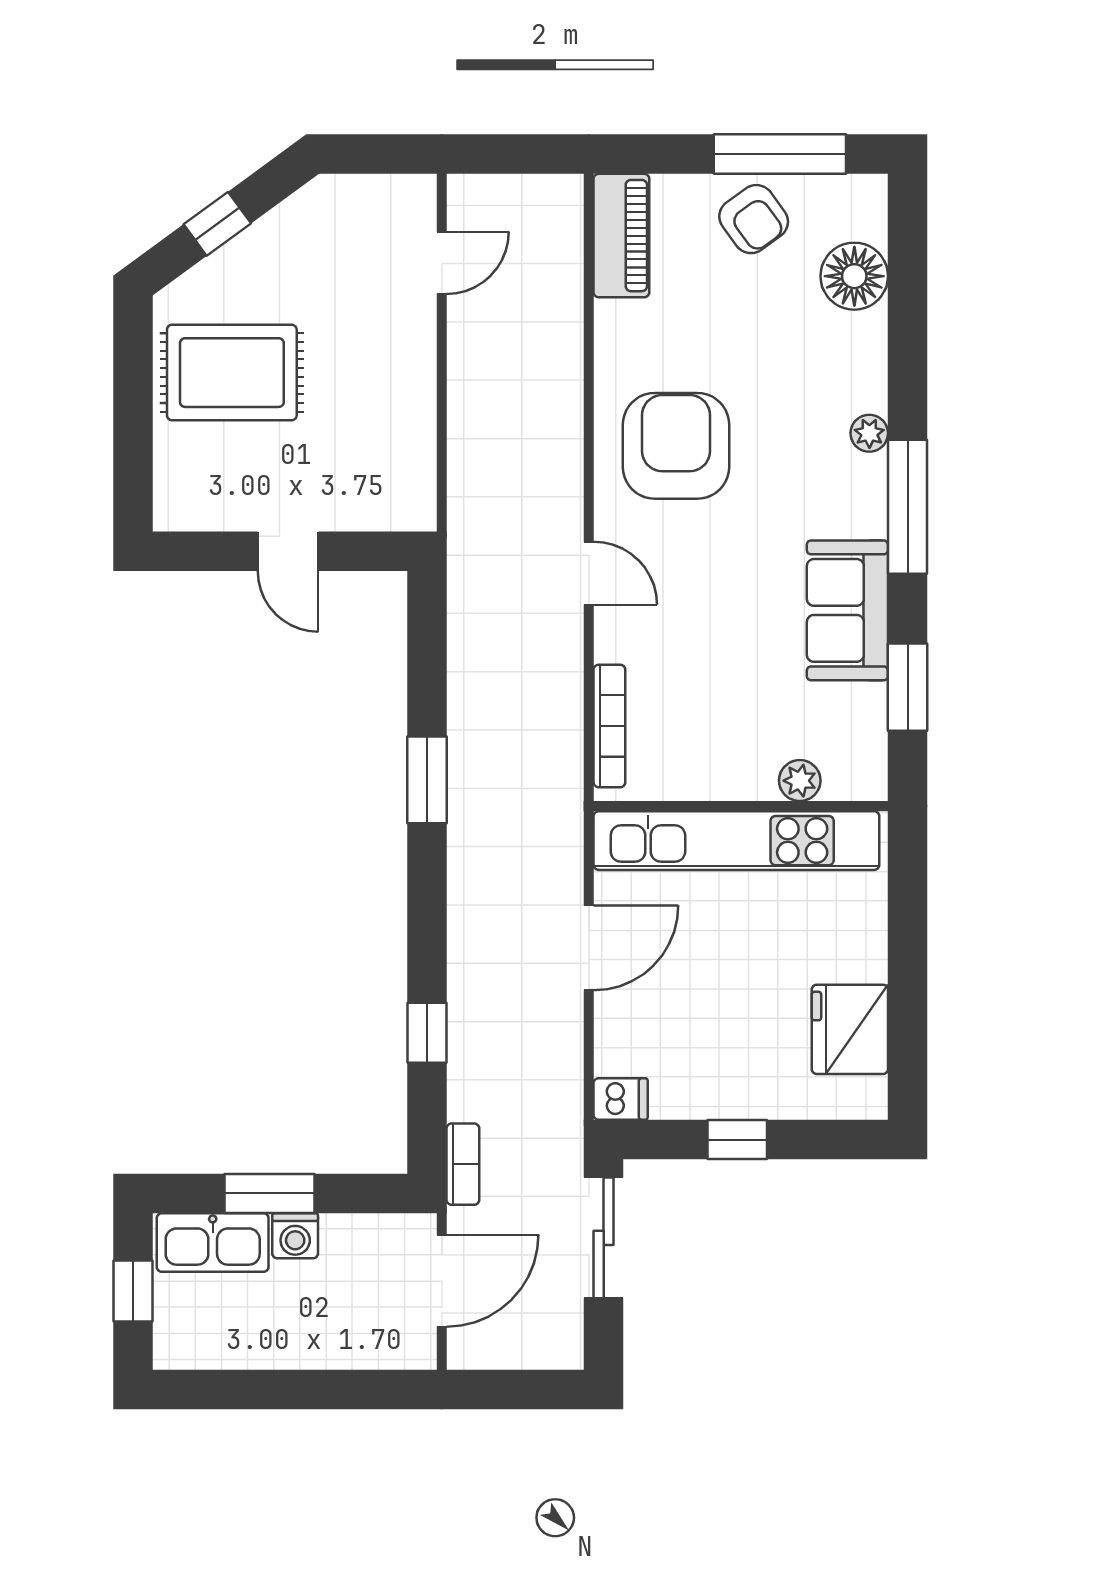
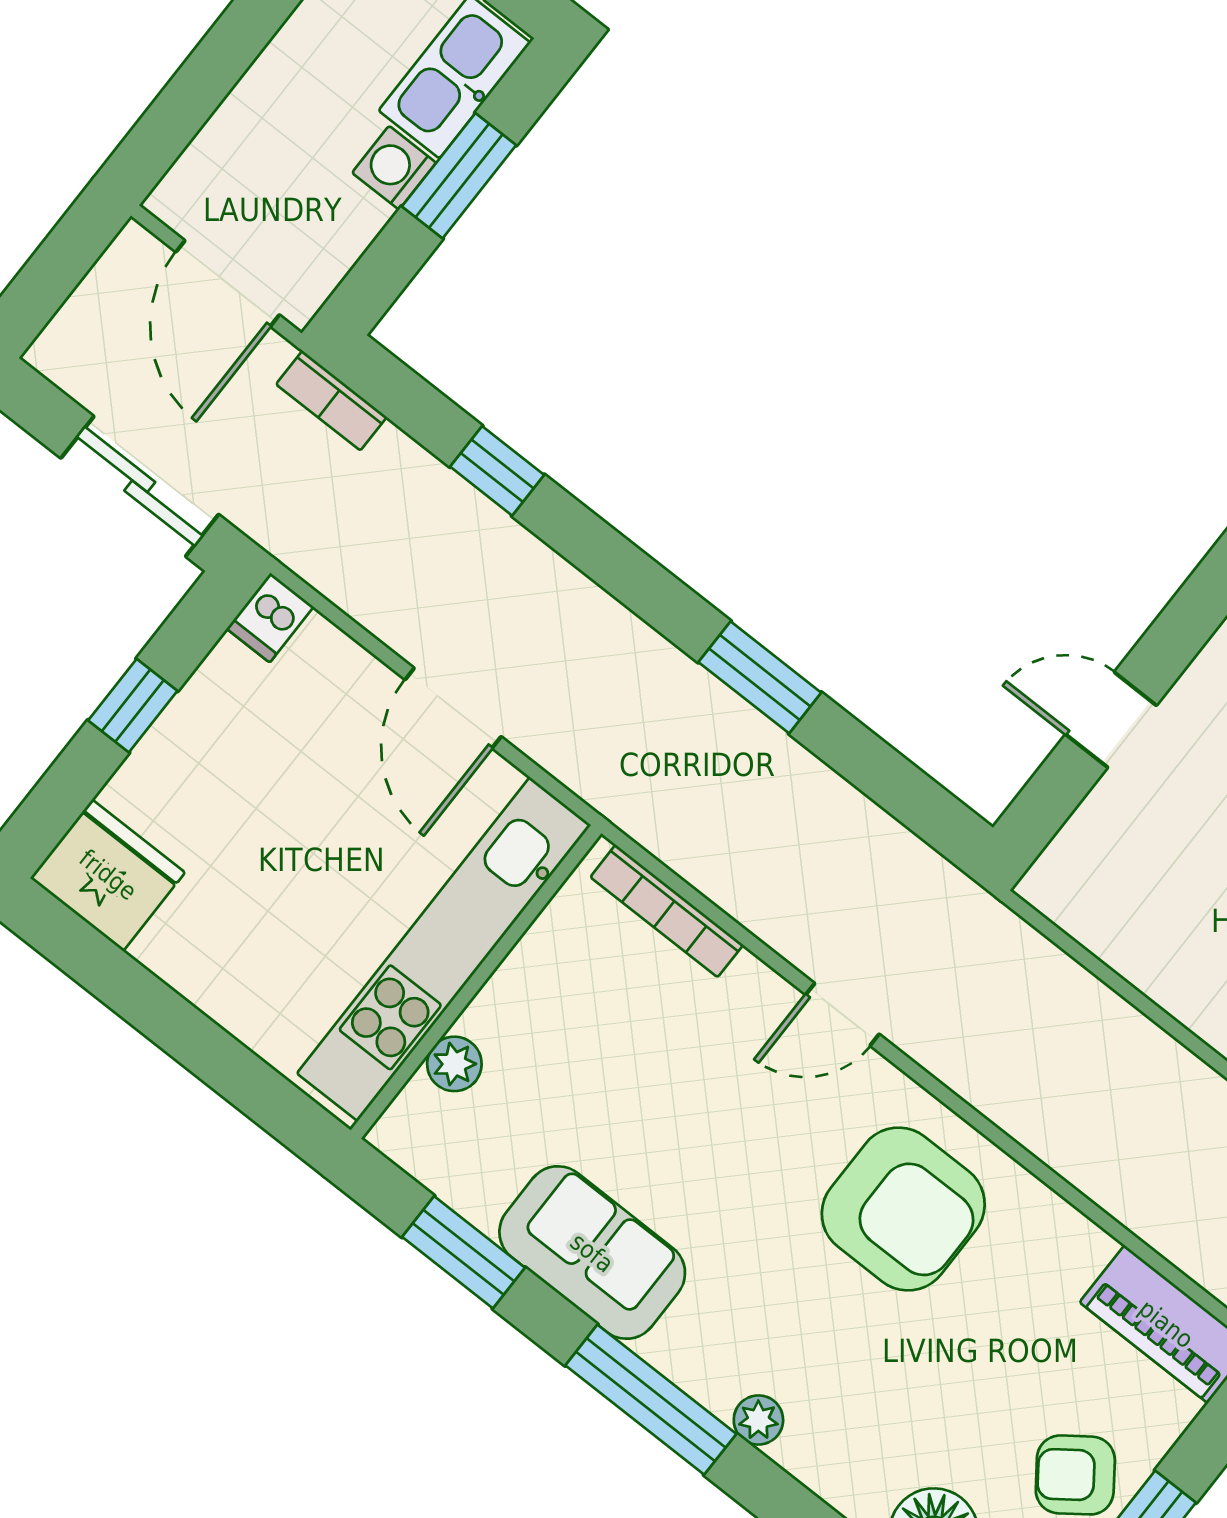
fridge: (850, 1029) -> (108, 875), moved

